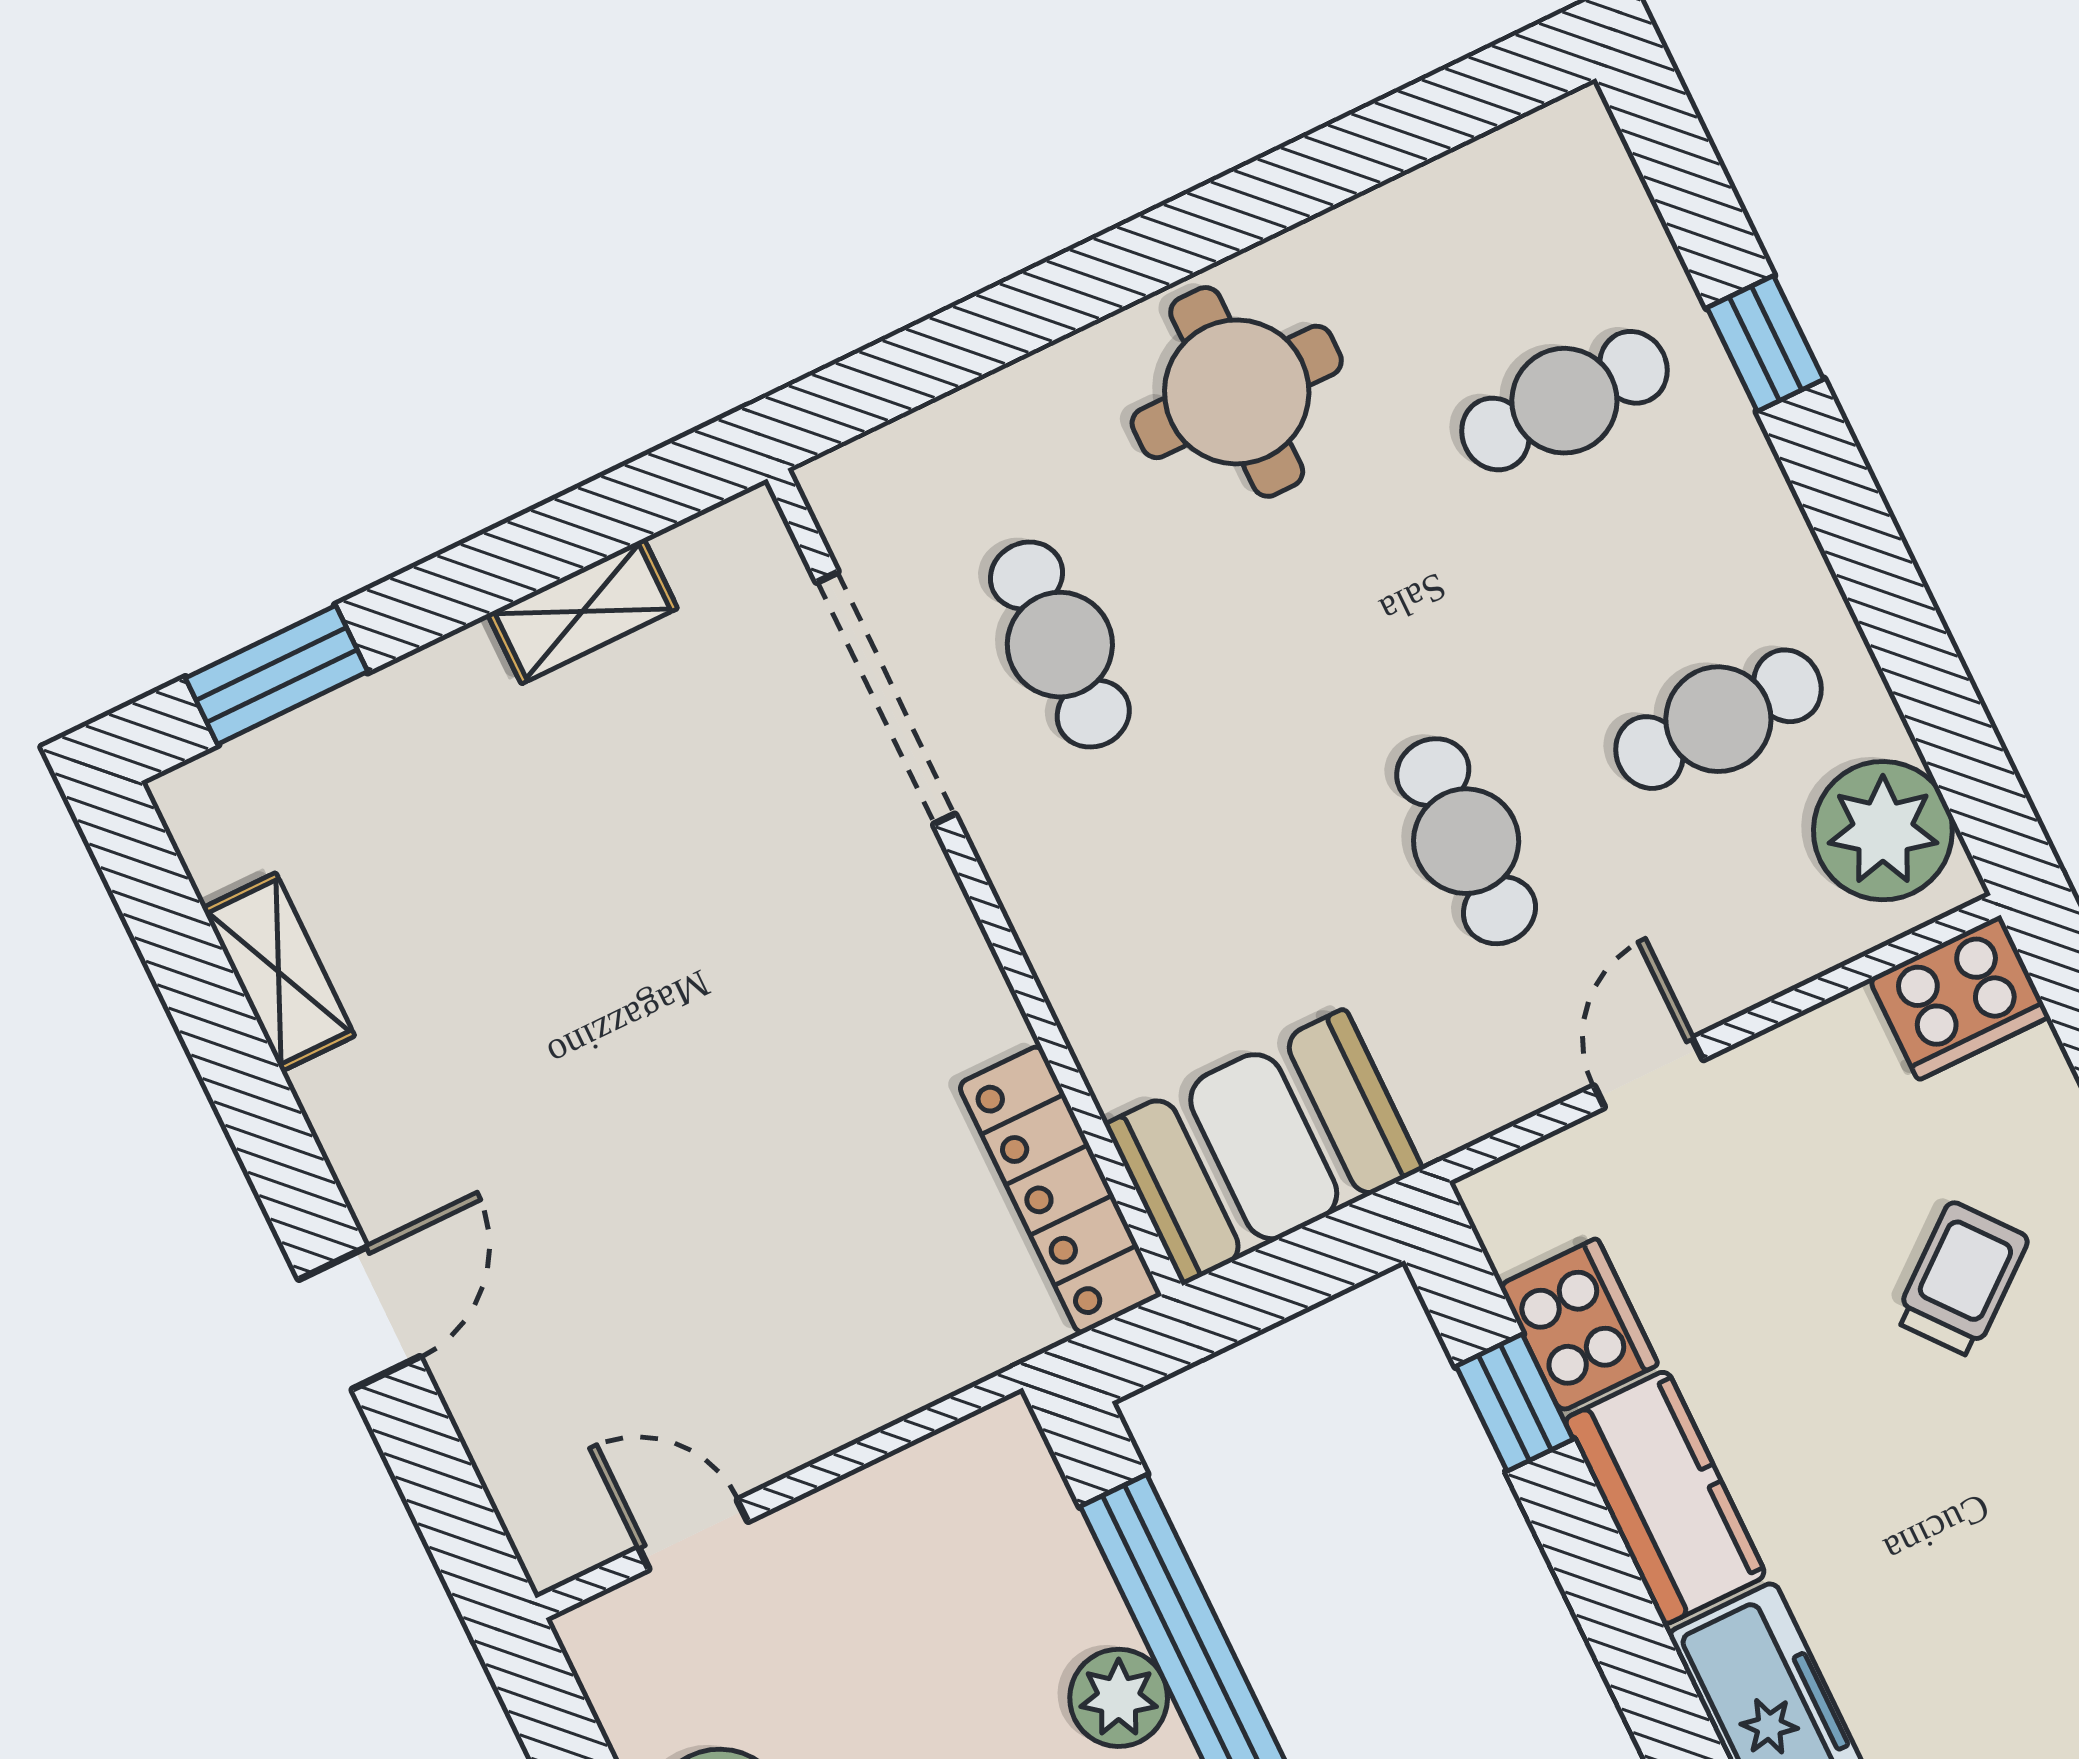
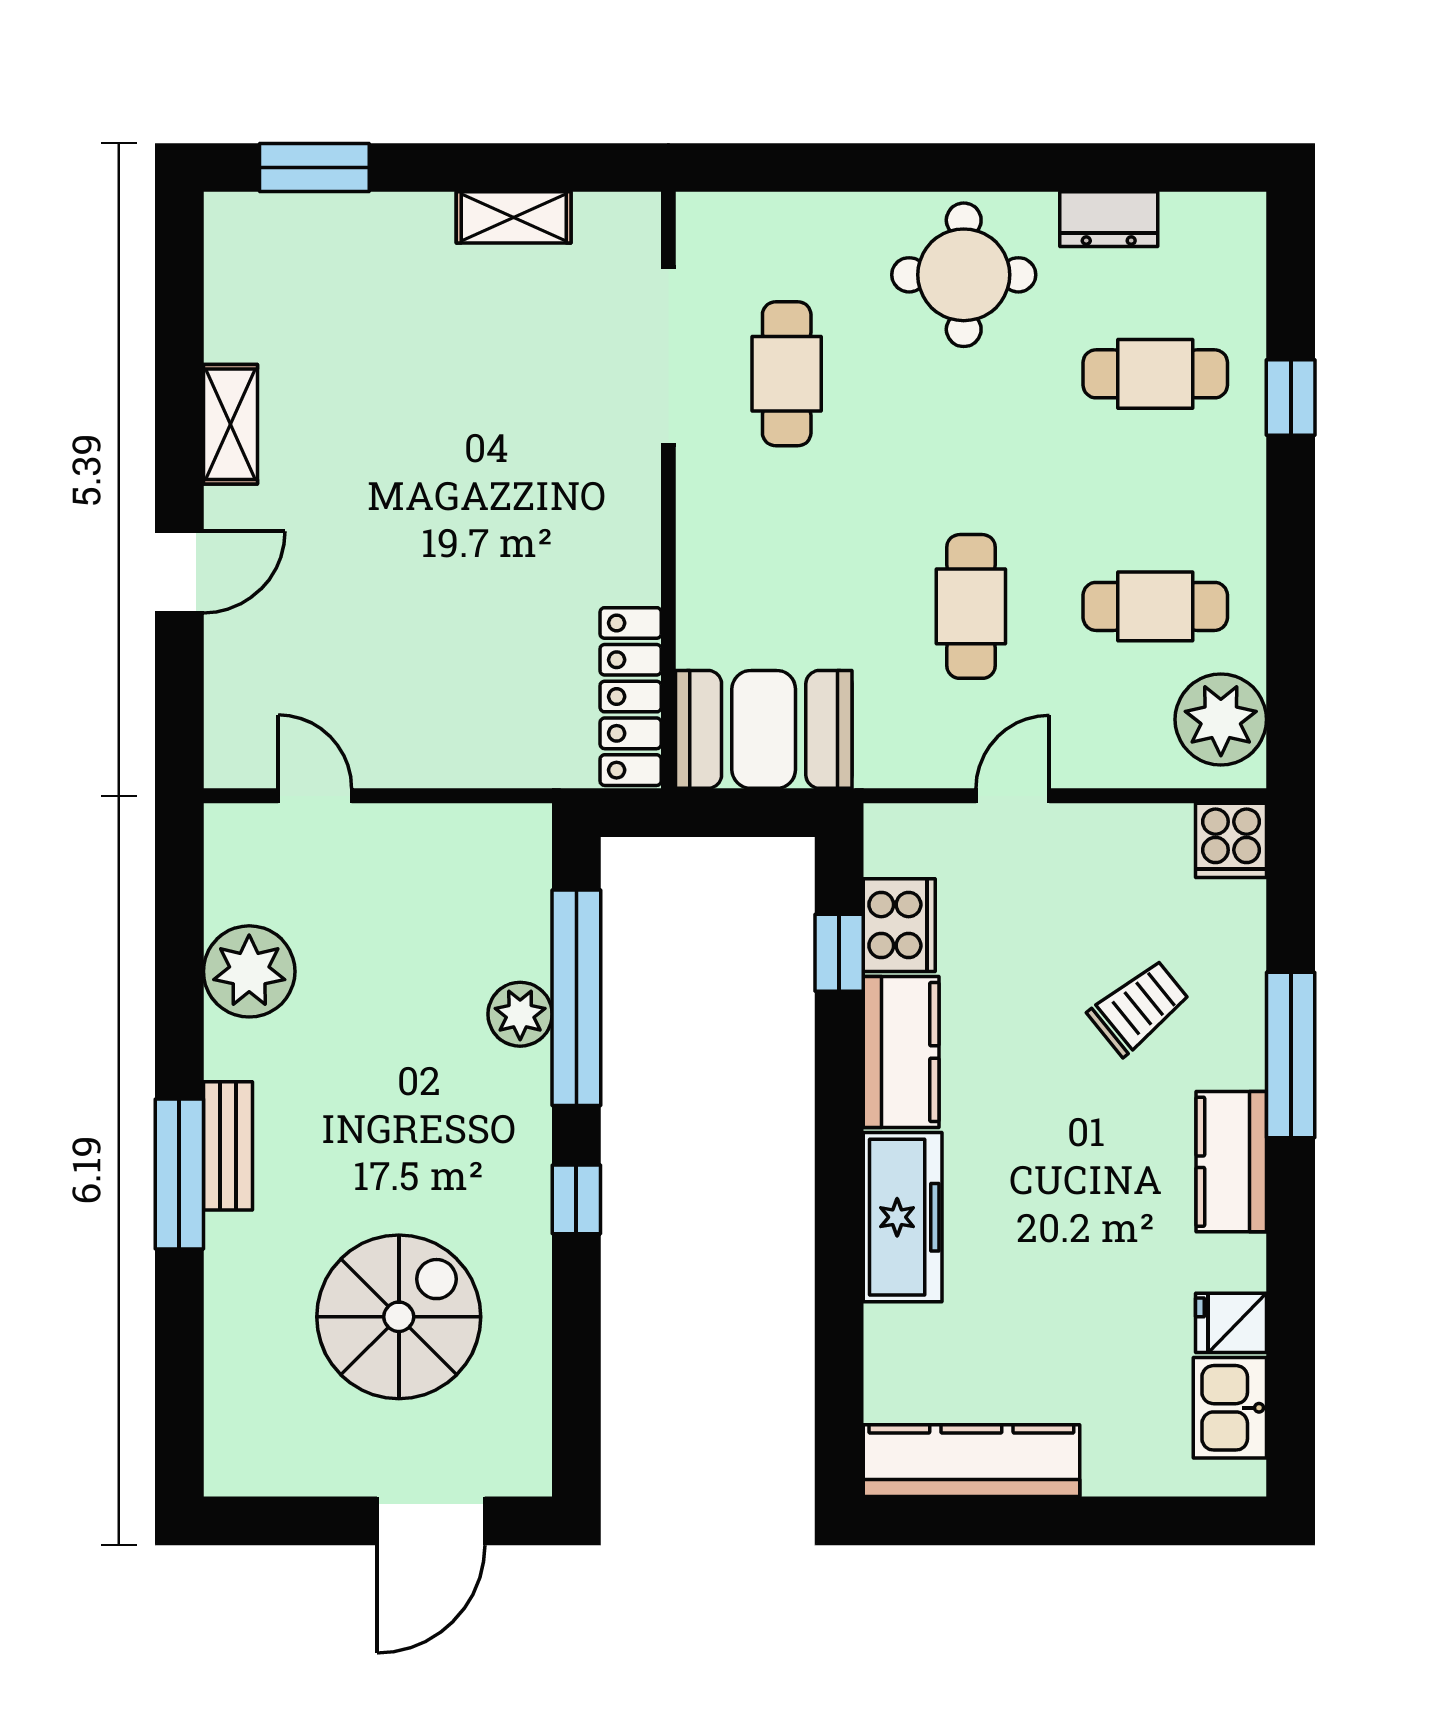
dresser: (1398, 220) -> (1109, 219), added
shelving: (279, 972) -> (230, 424), moved
cooker: (1959, 998) -> (1231, 840), width x0.73

